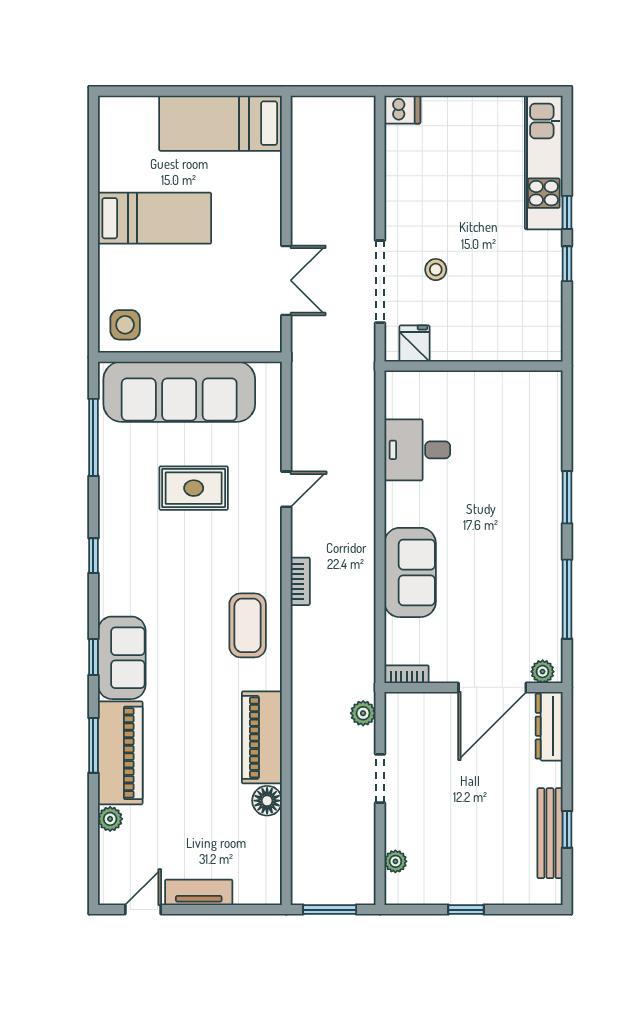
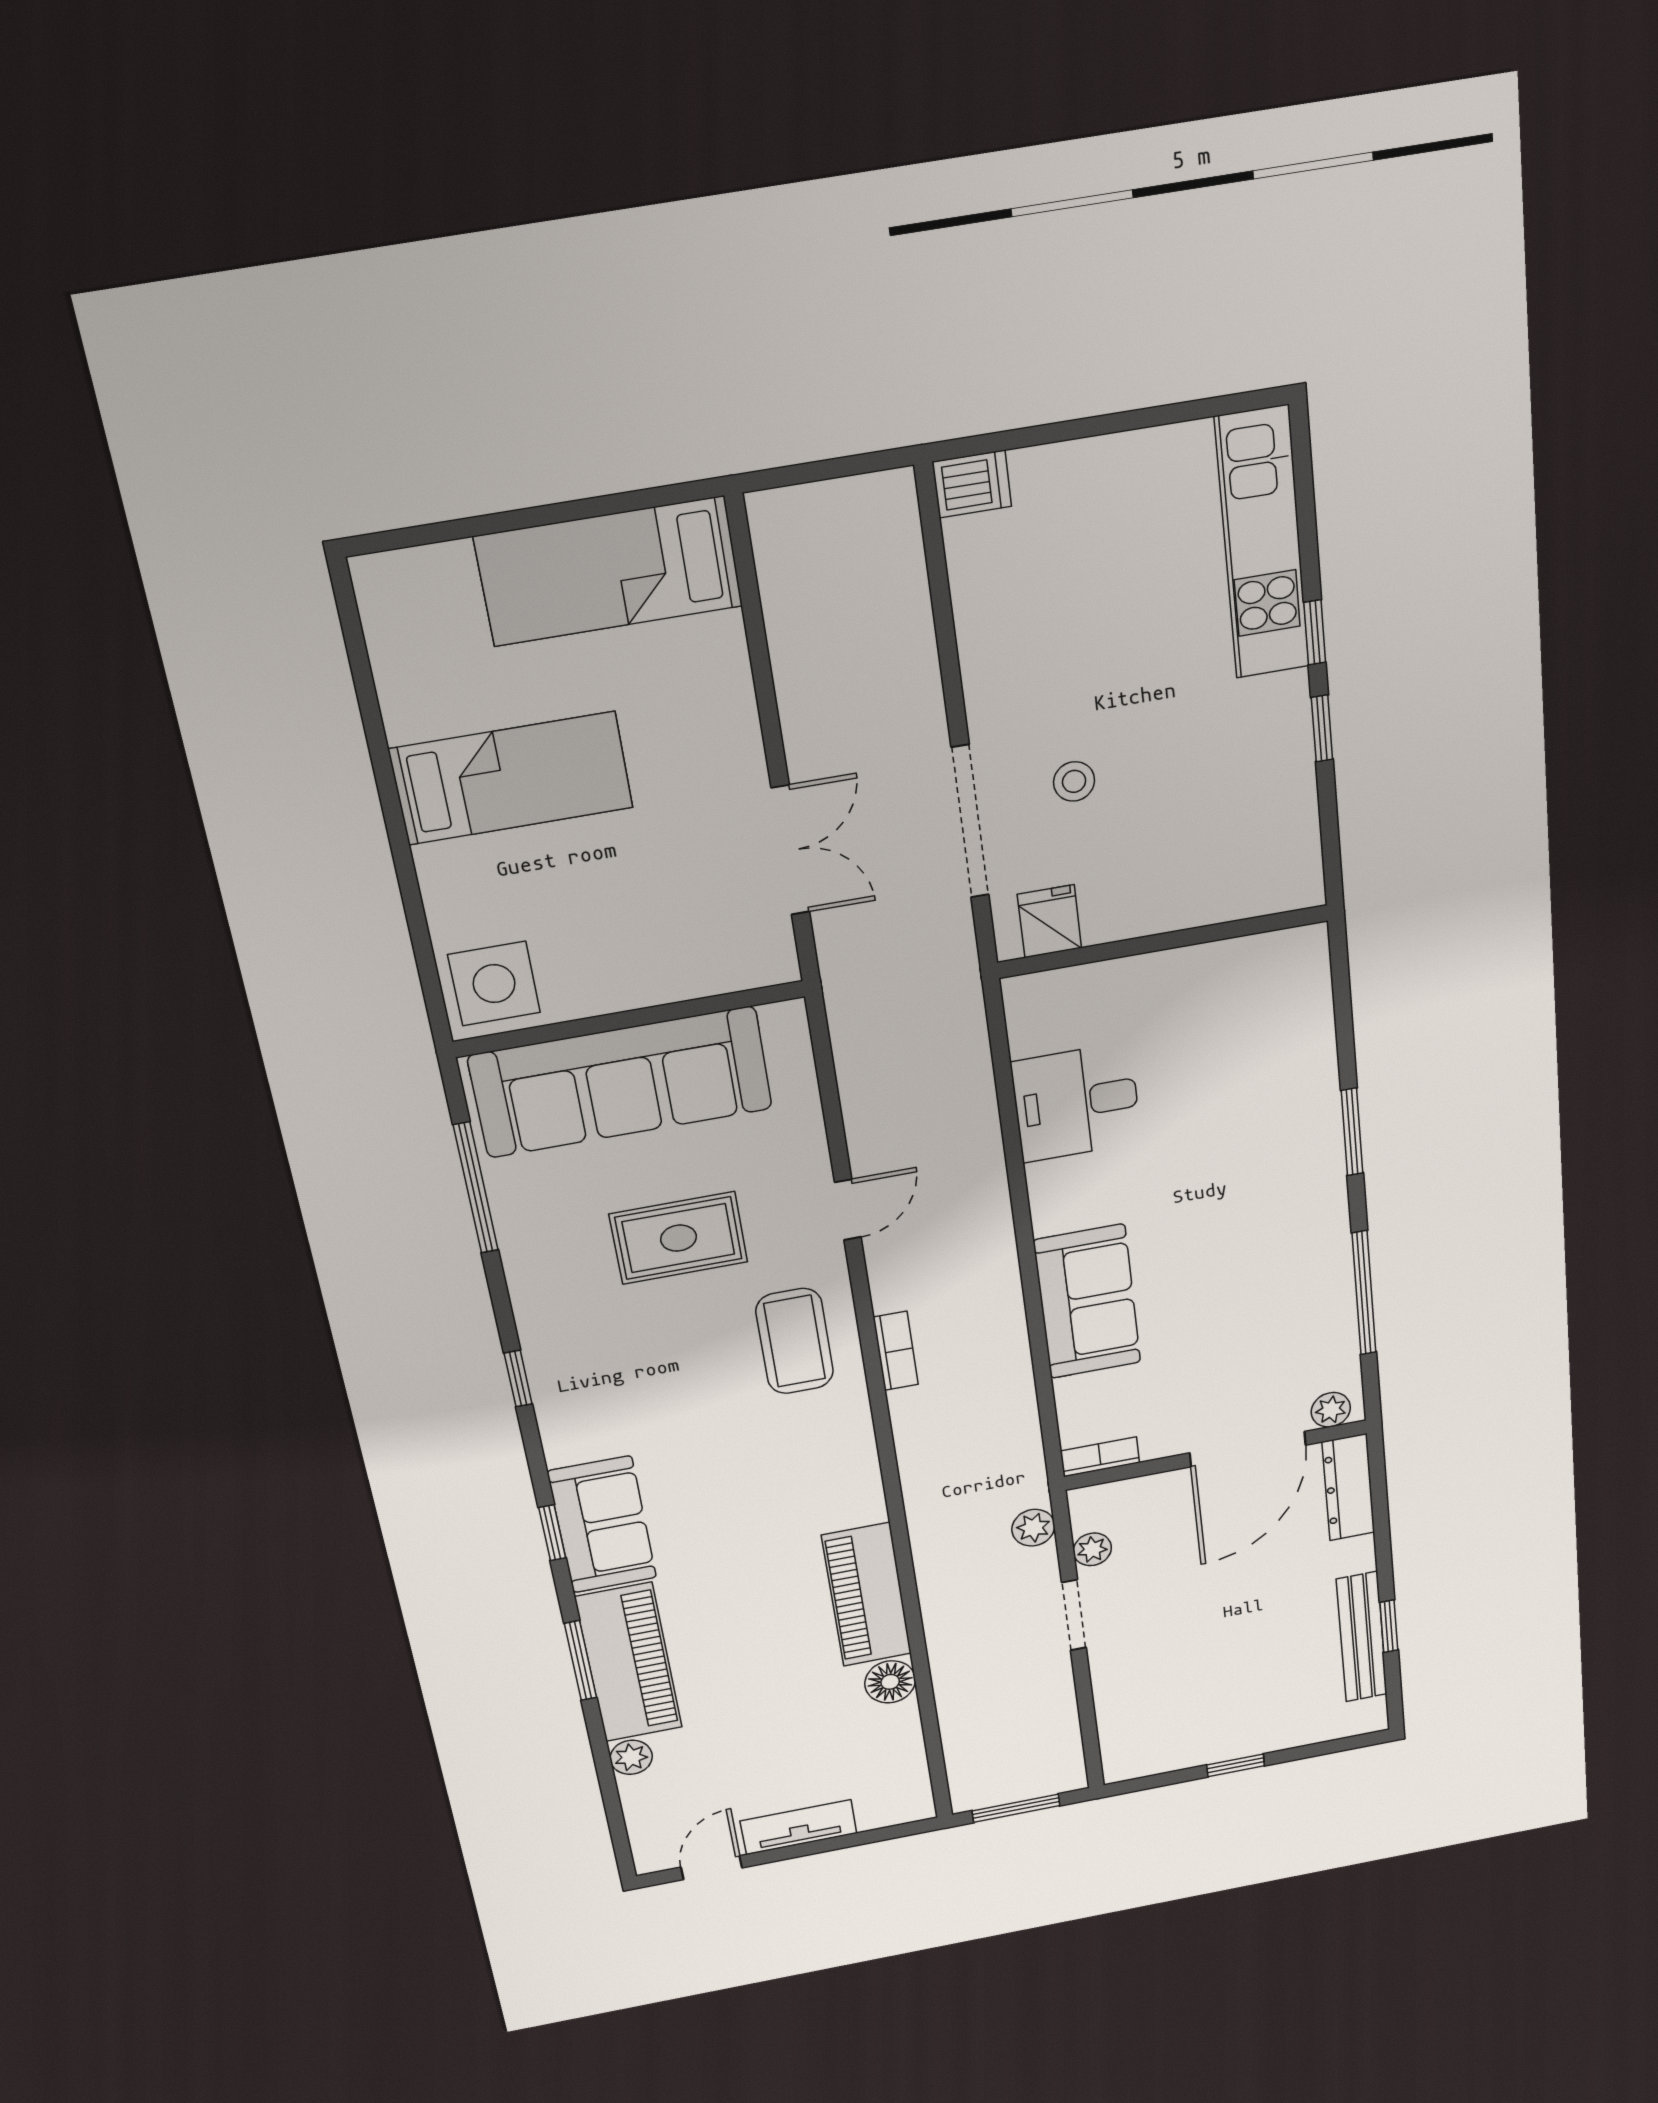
side table: (125, 325) -> (494, 984), width x1.37, depth x1.37
coffee table: (248, 625) -> (795, 1341), moved
plant: (395, 861) -> (1092, 1549), moved

